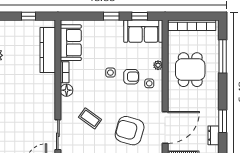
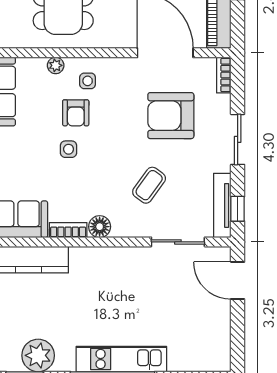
armchair: (131, 77) -> (76, 113), turned 180
armchair: (130, 131) -> (171, 116), turned 74

